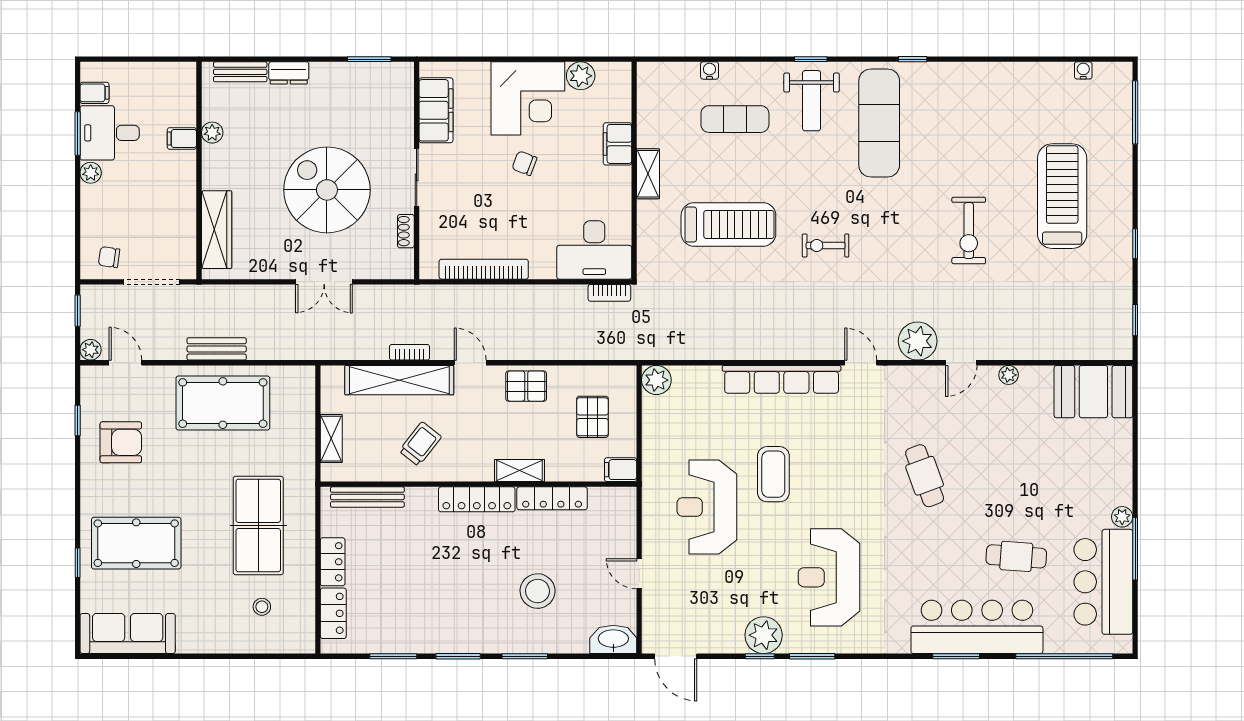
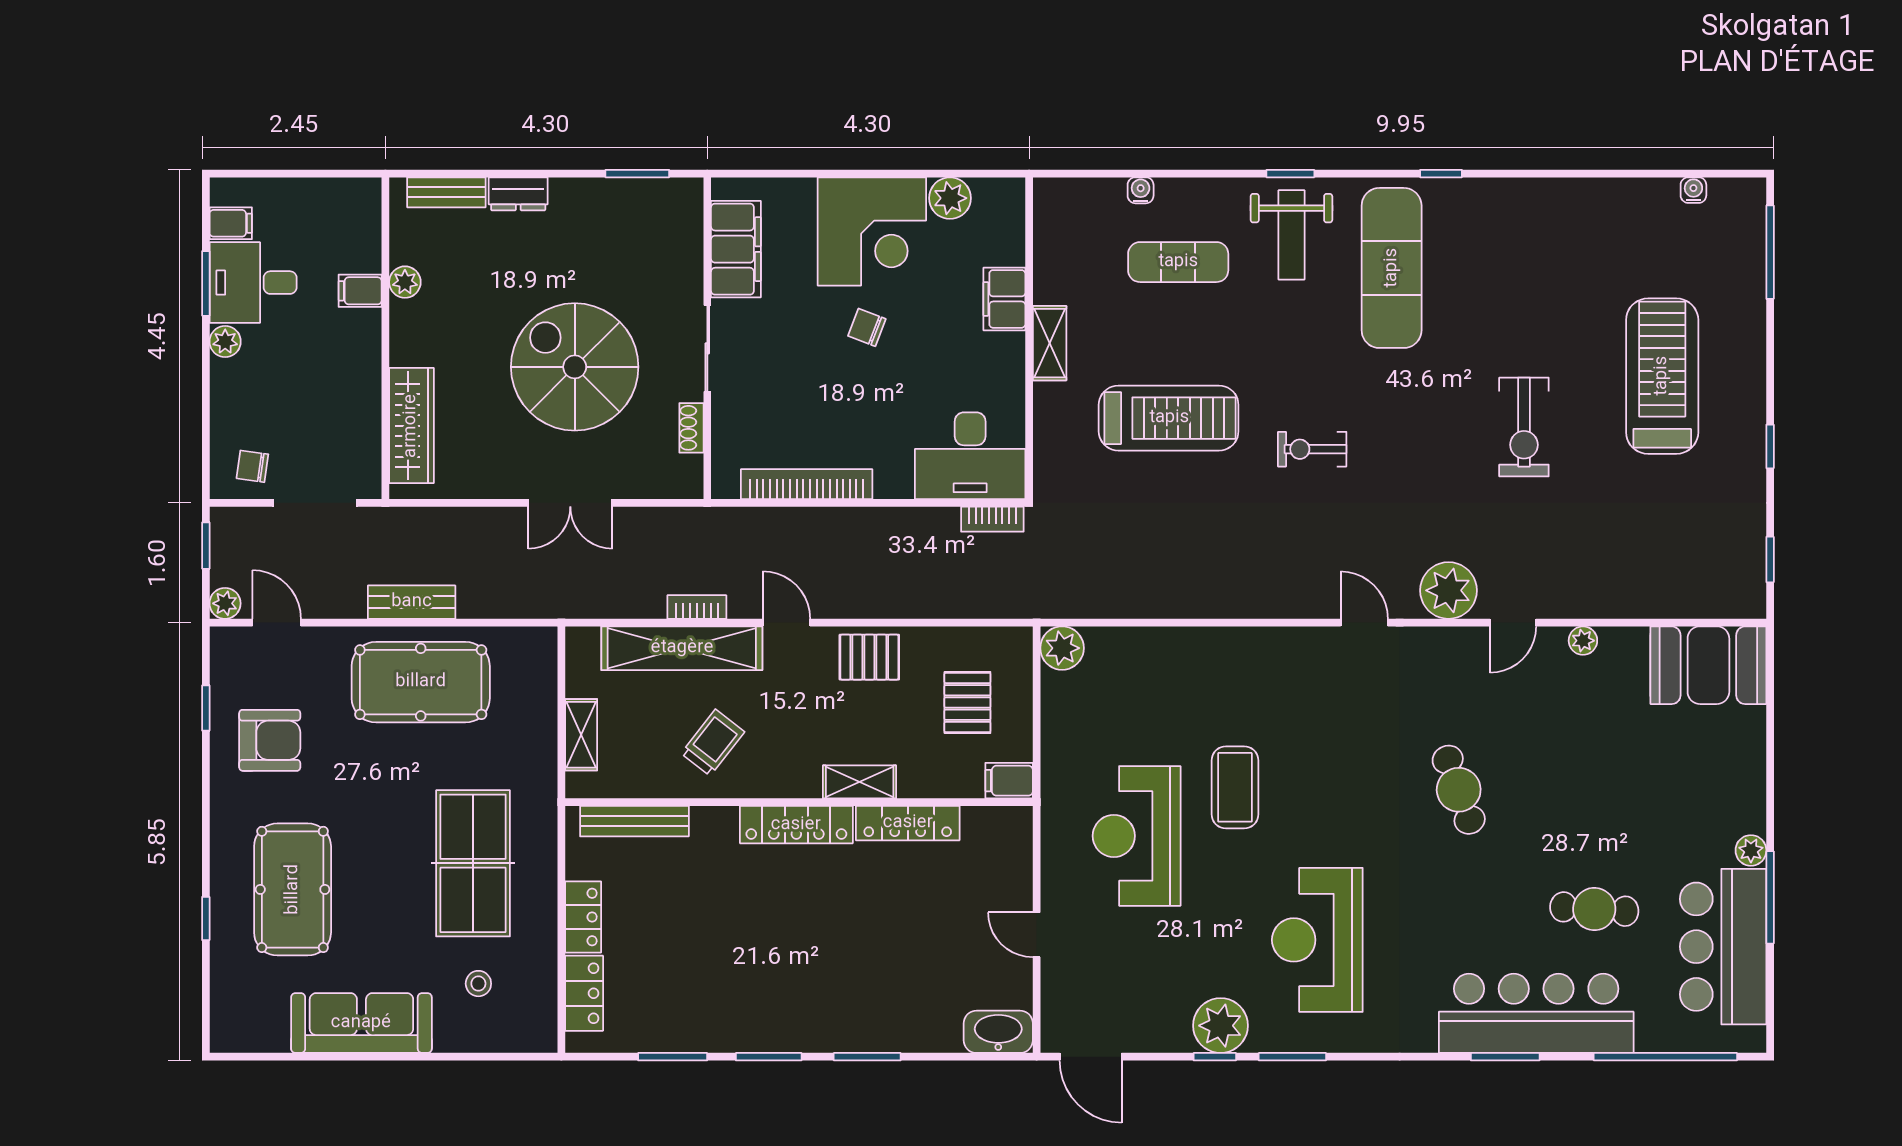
row of seats: (782, 379) -> (1247, 647), removed
pool table: (136, 543) -> (293, 889), turned 90
stool: (538, 591) -> (886, 960), removed
sofa: (128, 633) -> (361, 1023), moved

